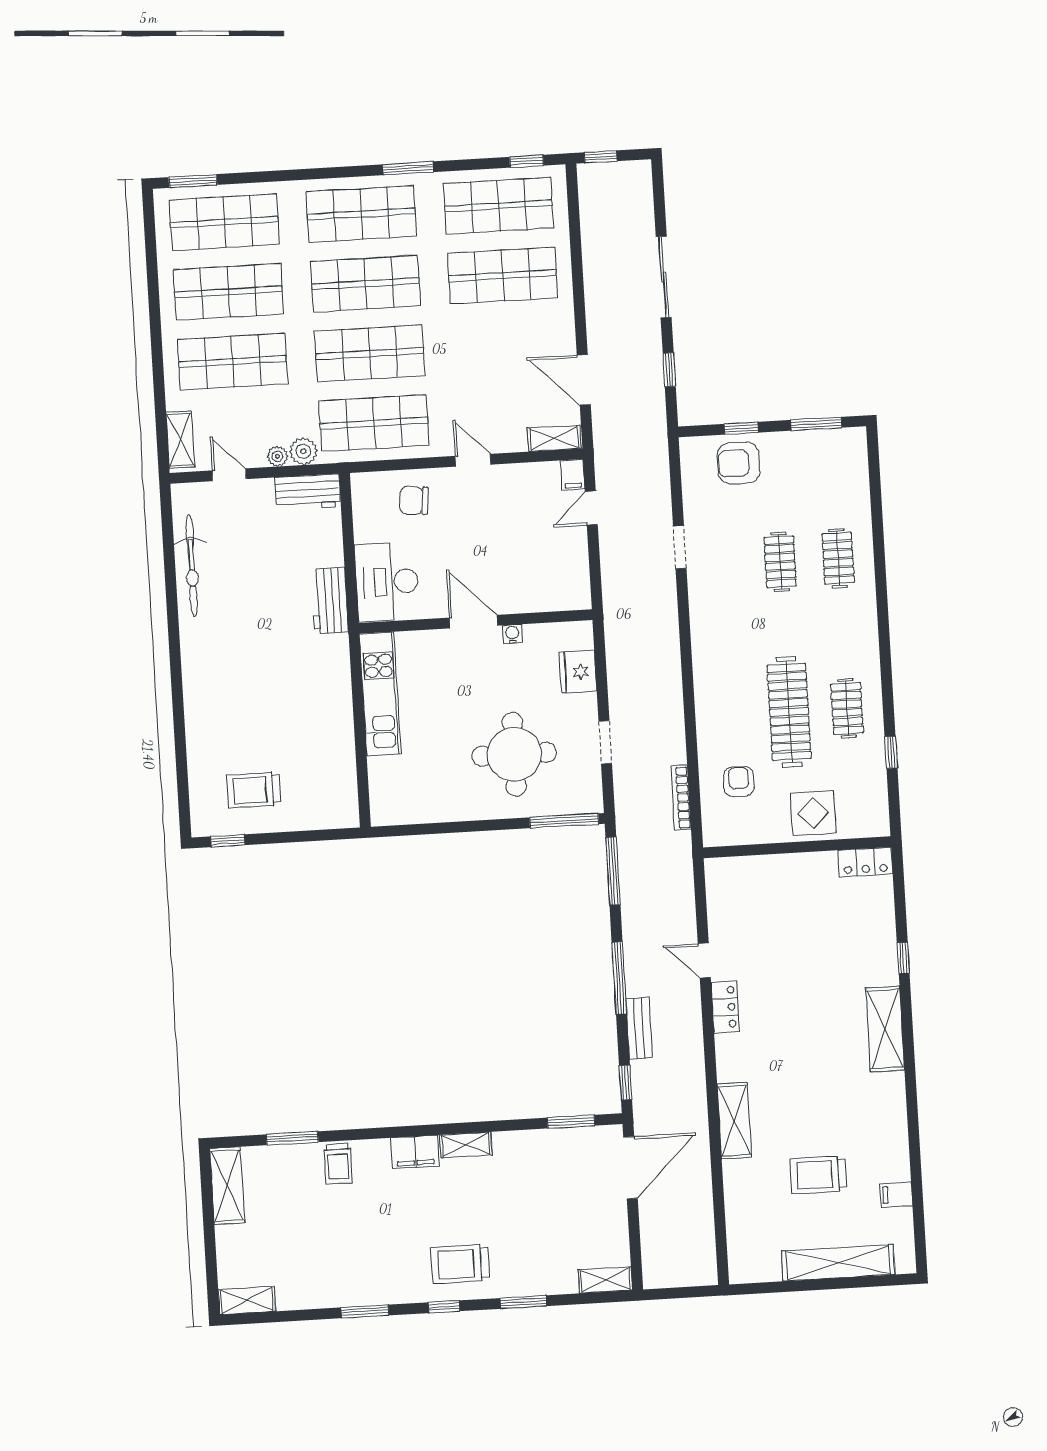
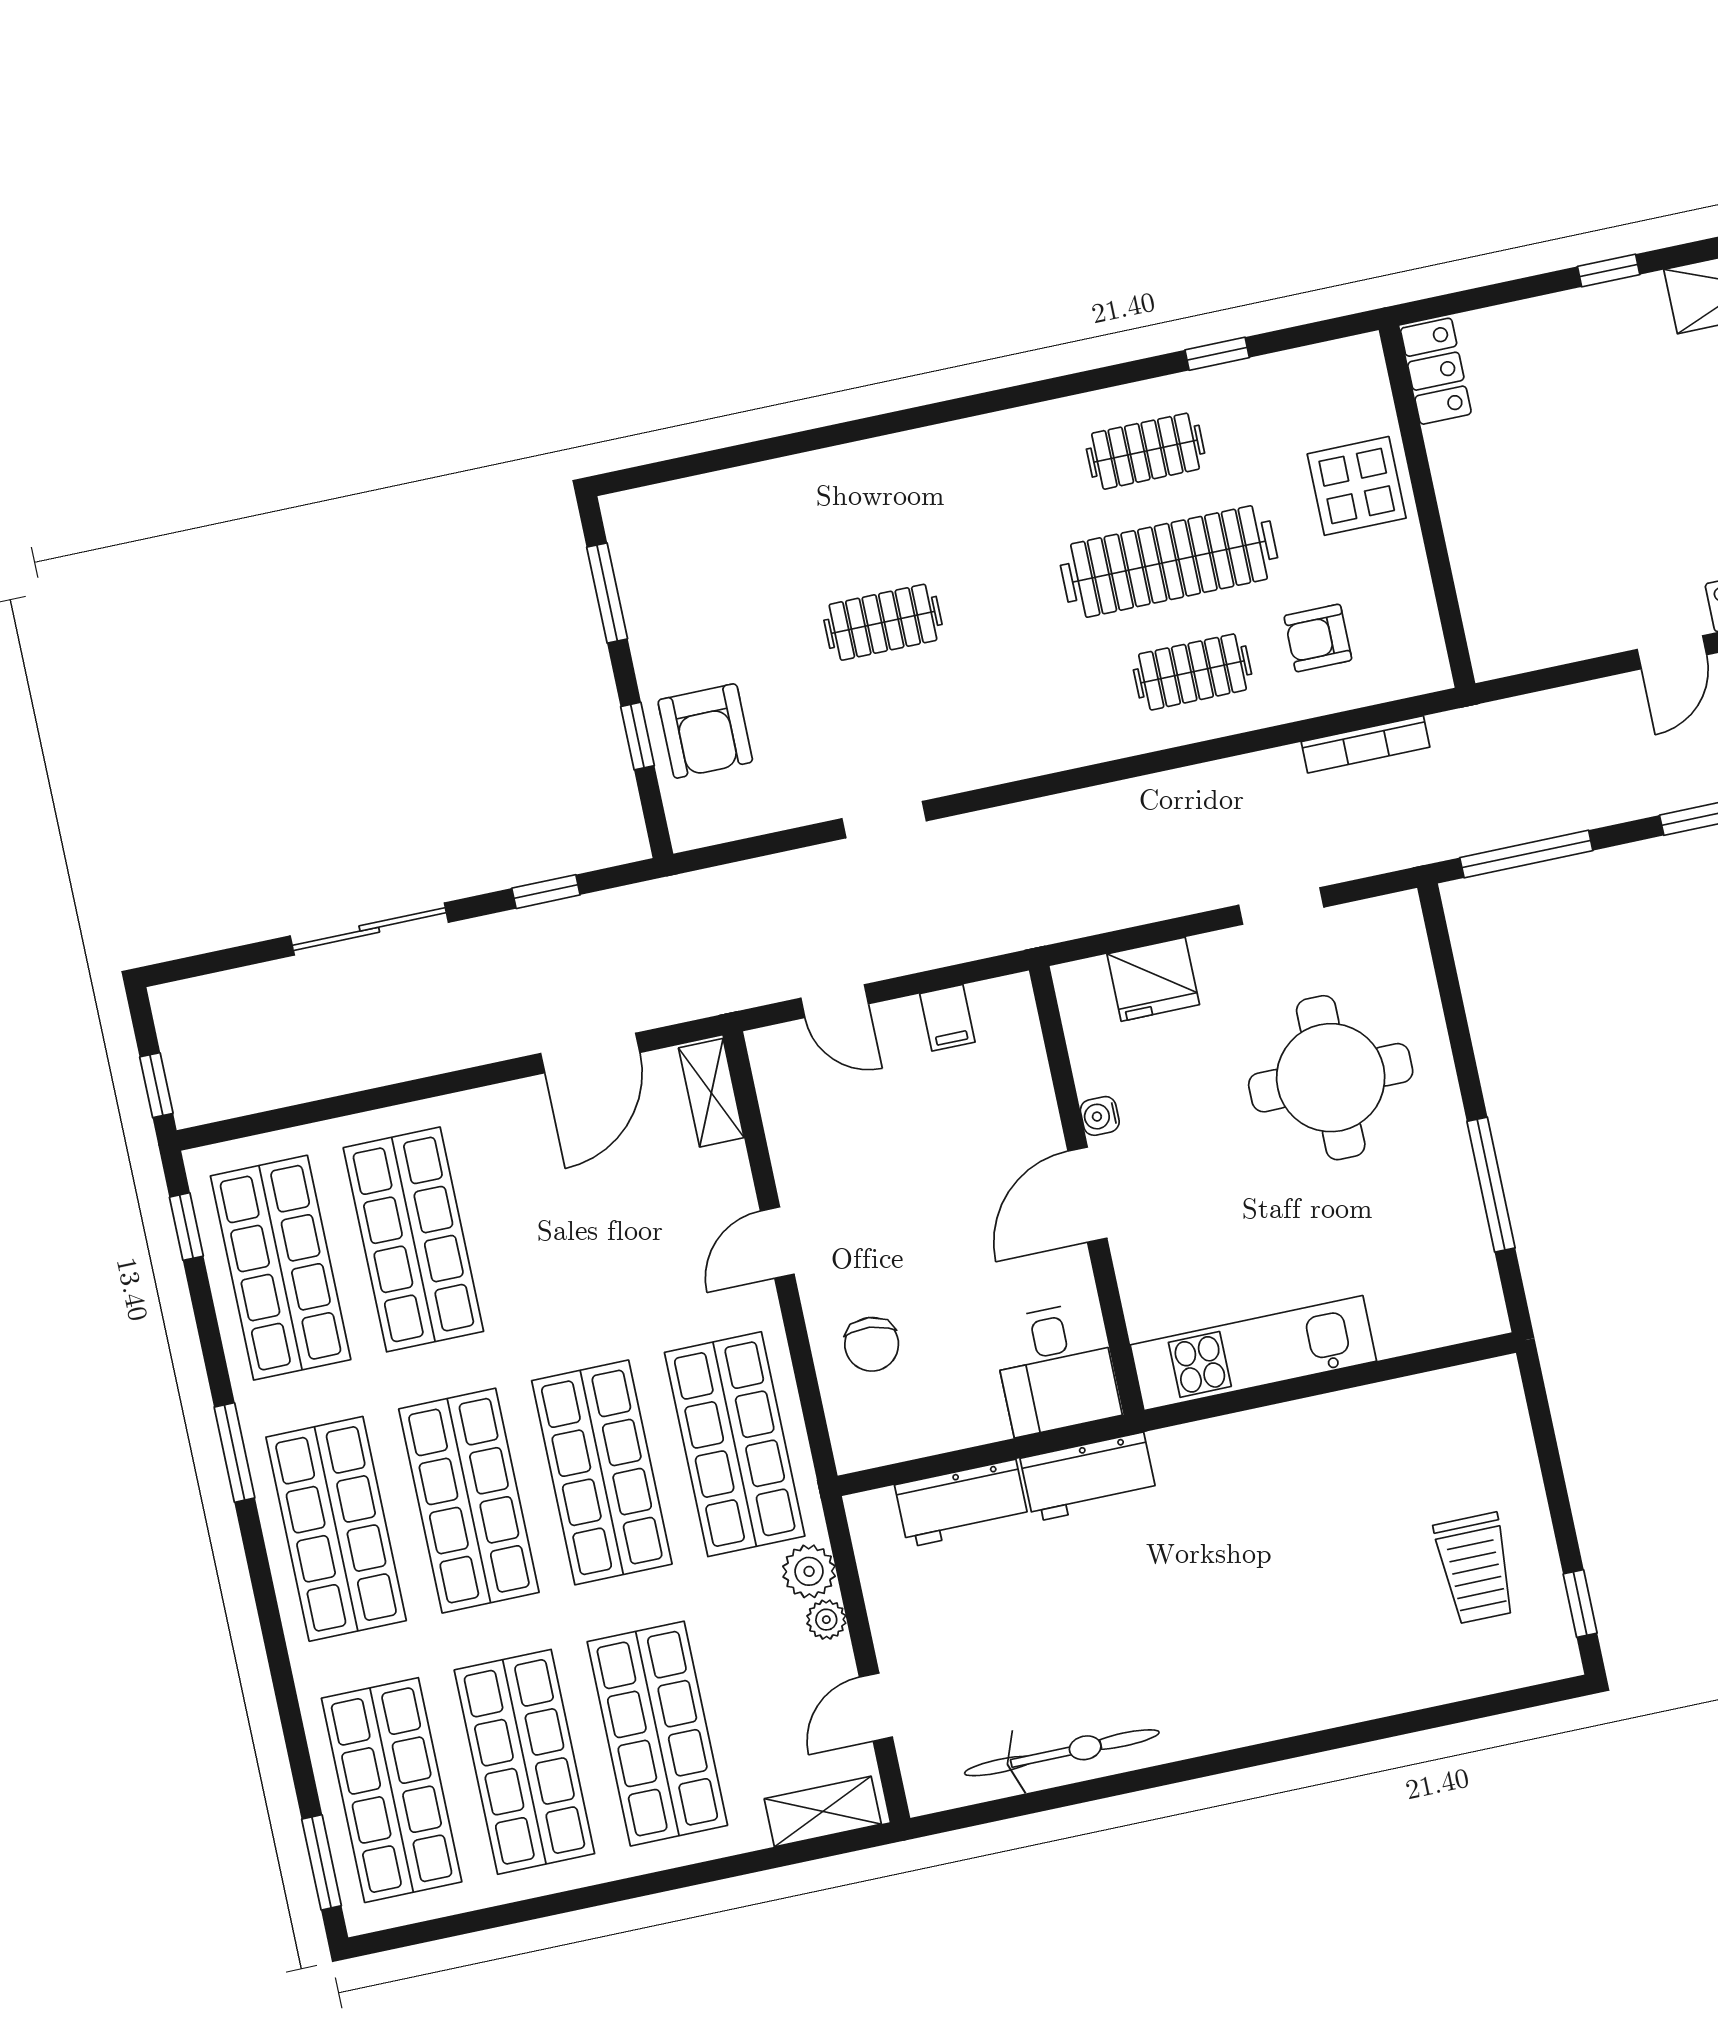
filing cabinet: (573, 475) -> (947, 1018), moved, turned 90
workbench: (307, 492) -> (962, 1503), moved, turned 90
clothes rail: (838, 558) -> (1192, 672), moved
desk: (387, 582) -> (1056, 1368), width x0.73
window: (564, 821) -> (1491, 1185), moved

